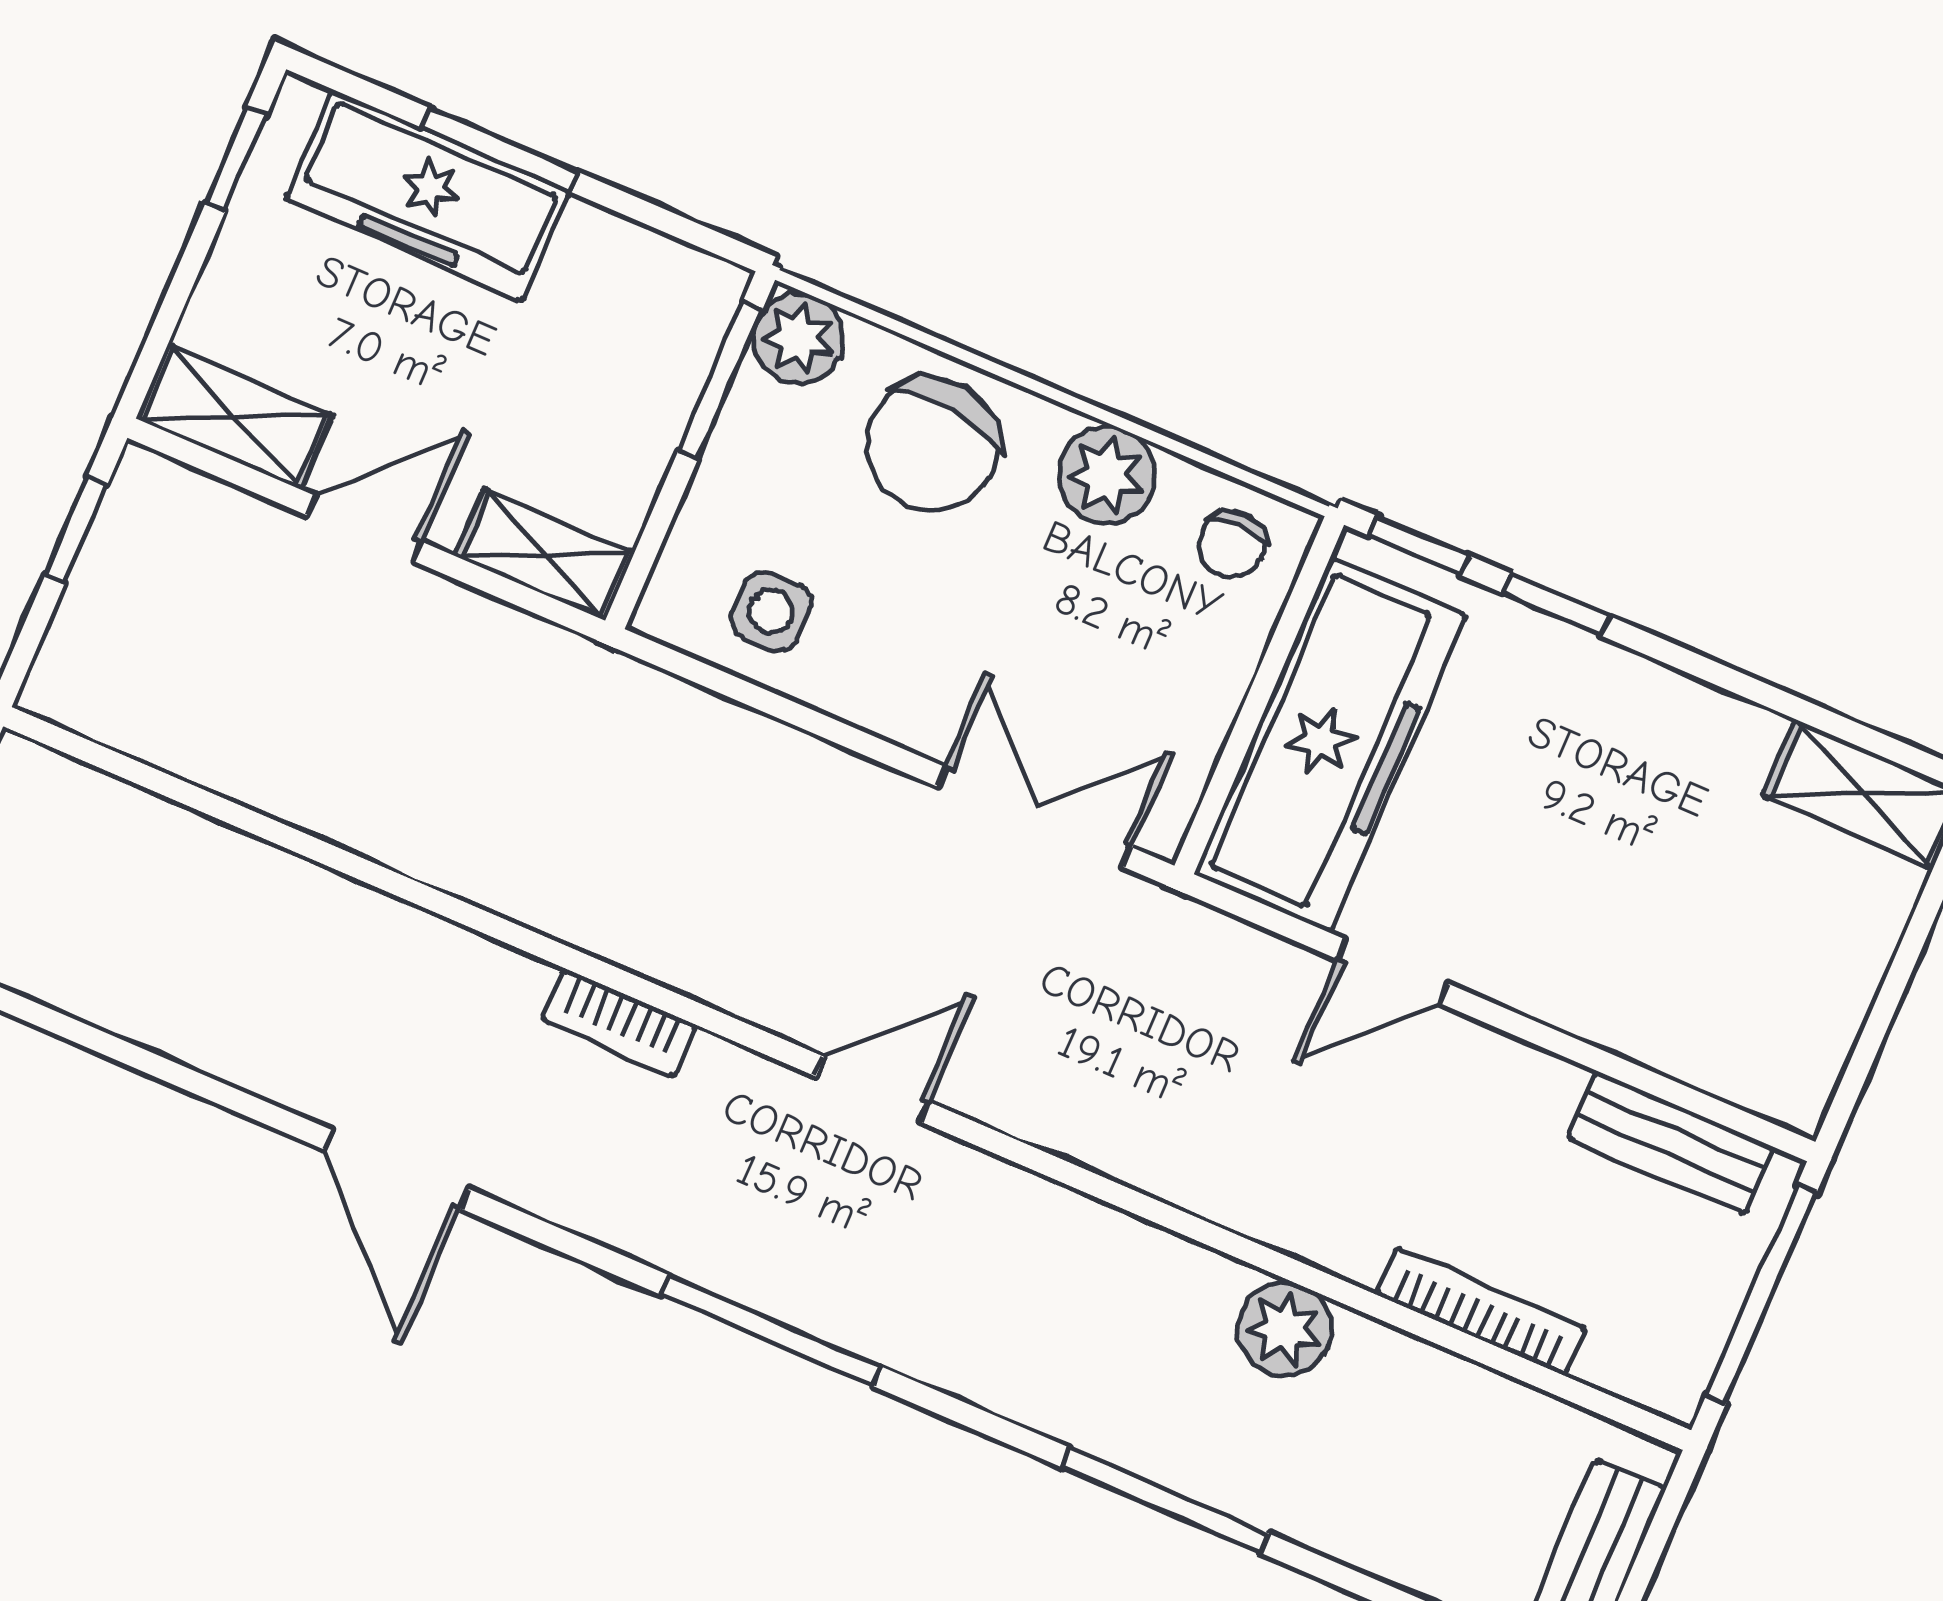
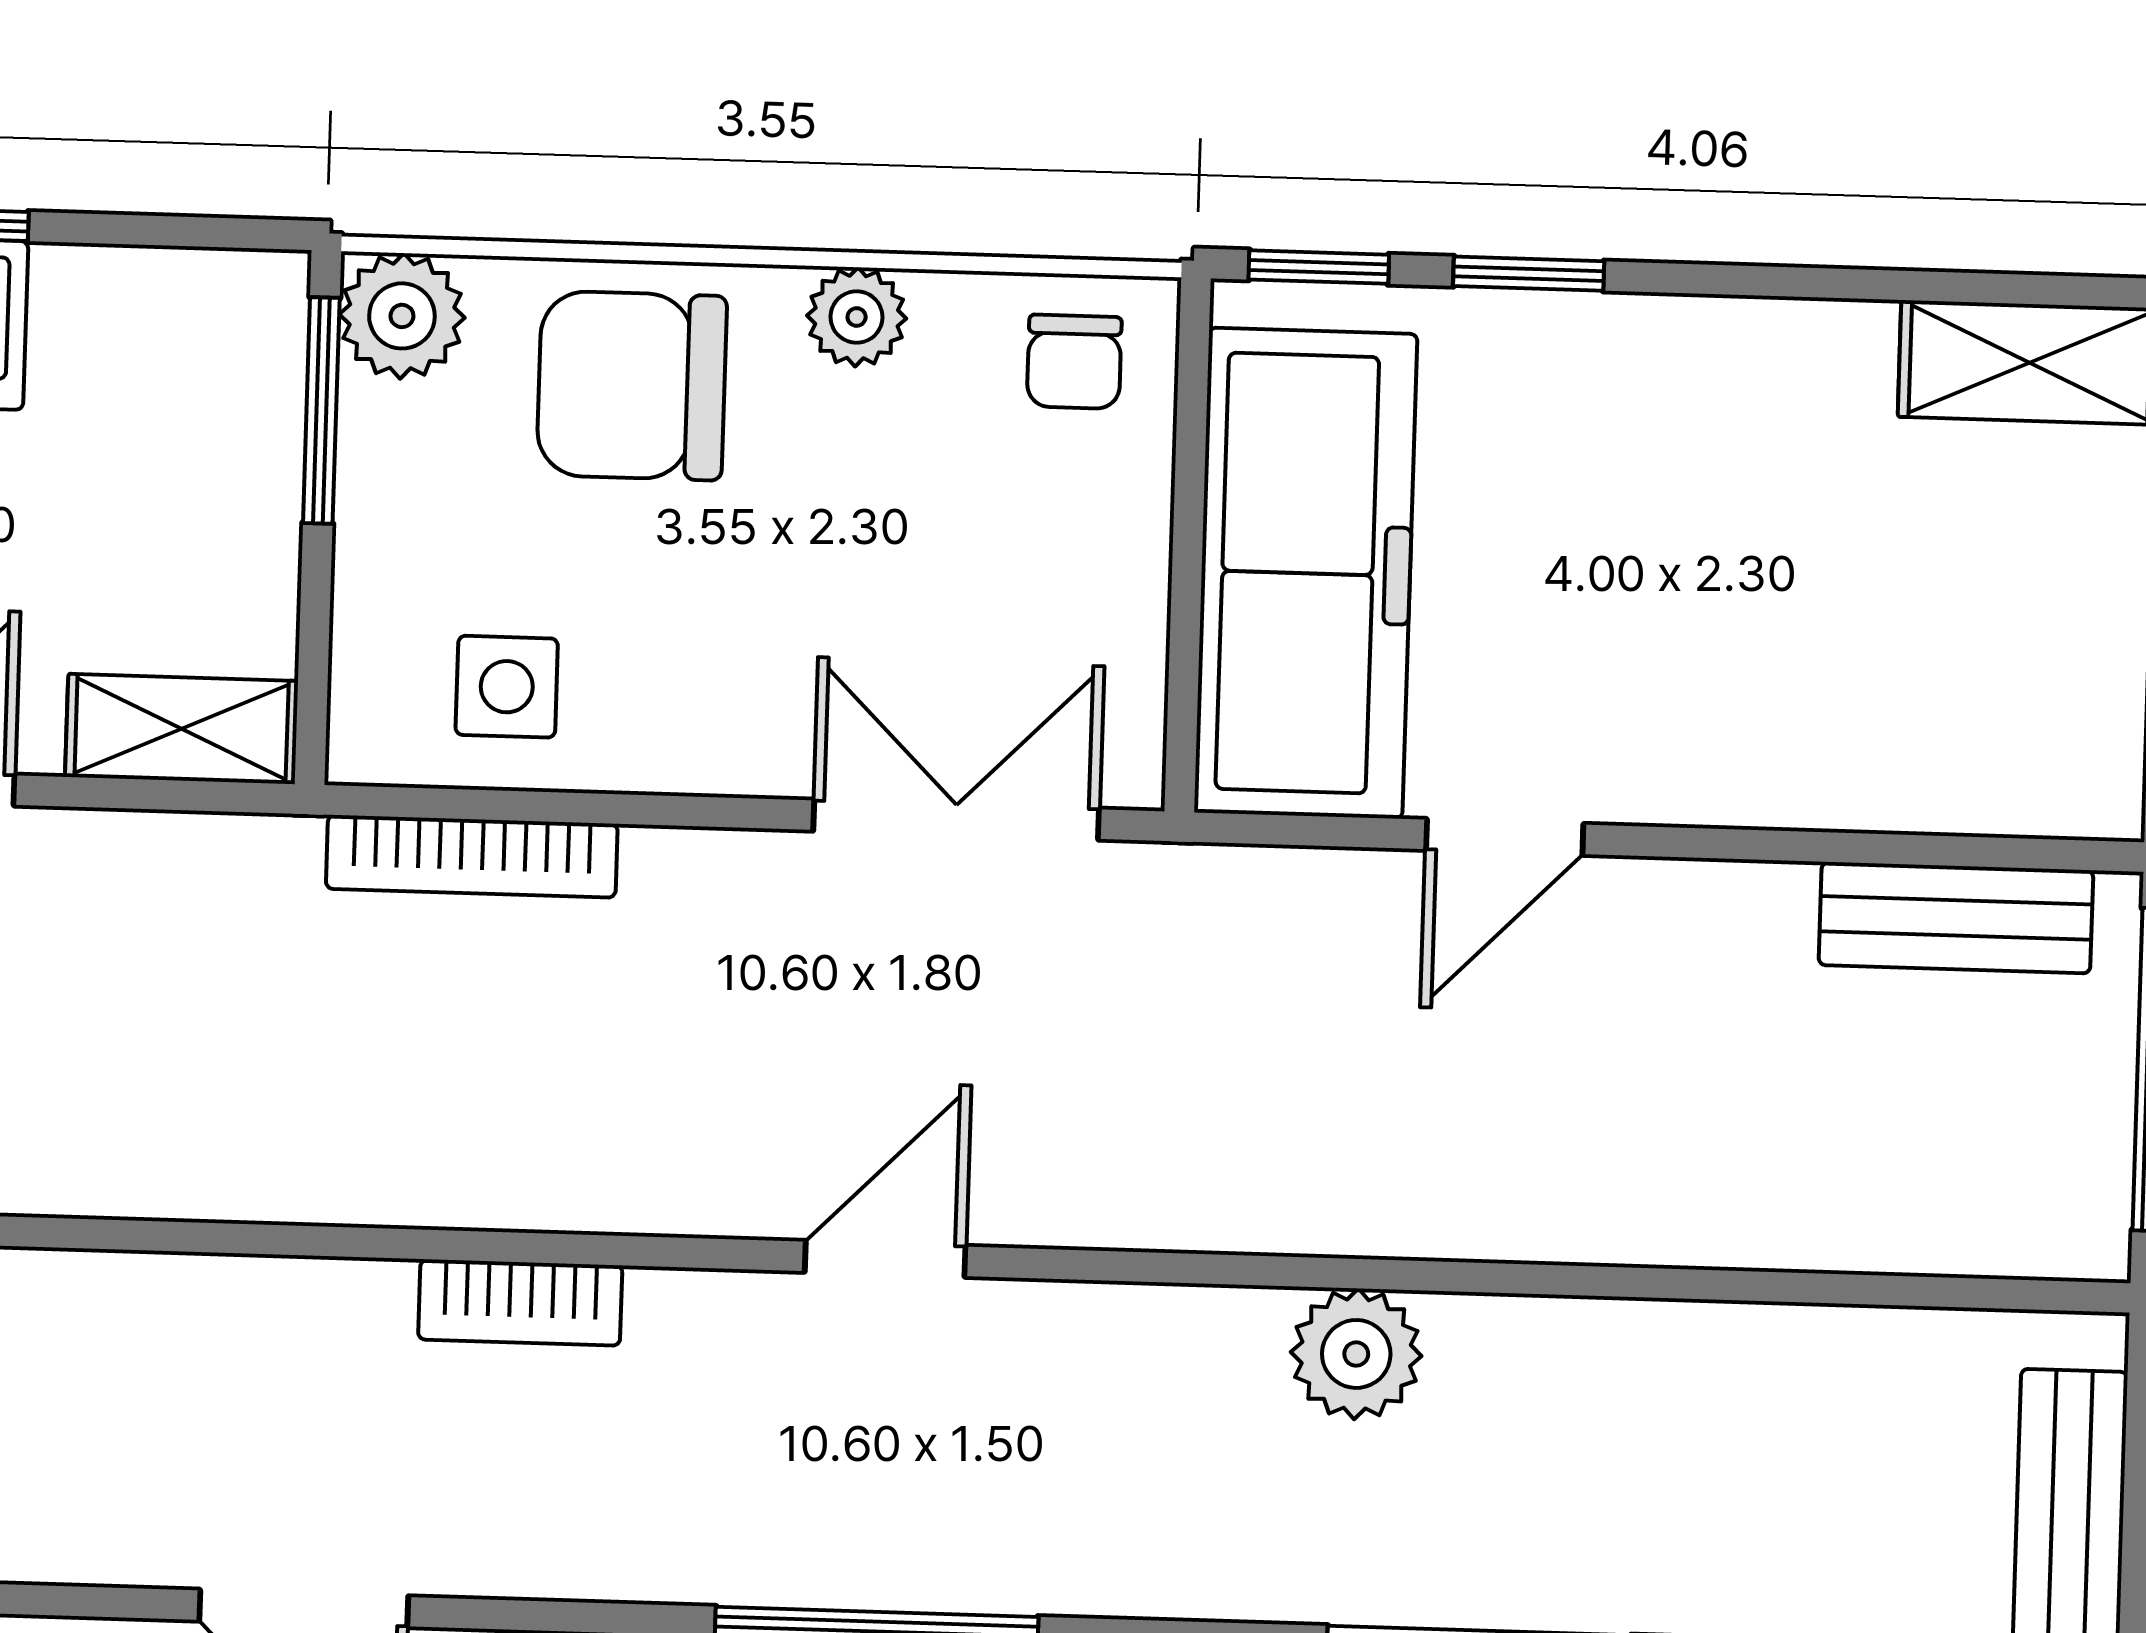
chair: (932, 445) -> (632, 386), turned 83
plant: (1106, 475) -> (857, 317), width x0.73, depth x0.73
bookcase: (1481, 1311) -> (472, 856), moved, turned 180
plant: (1284, 1329) -> (1356, 1354), moved

